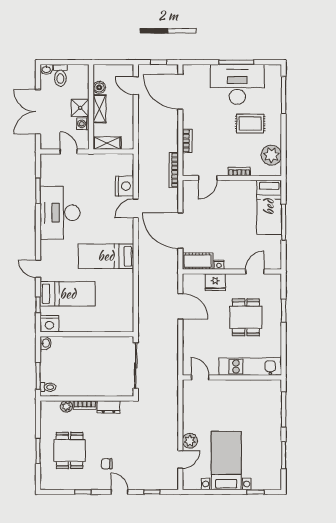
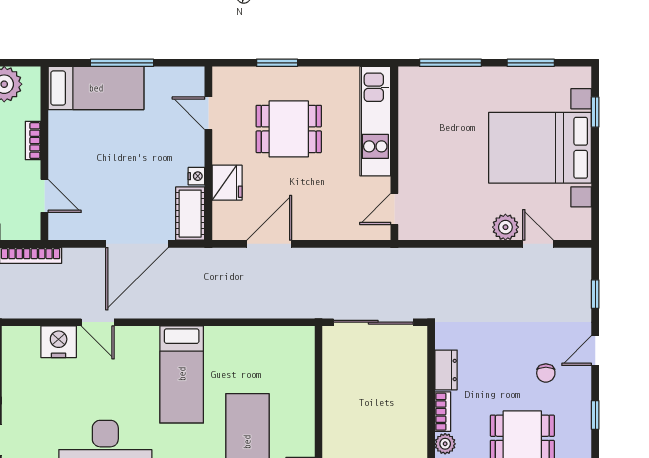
bed with nightstands: (226, 461) -> (540, 148), width x1.36

